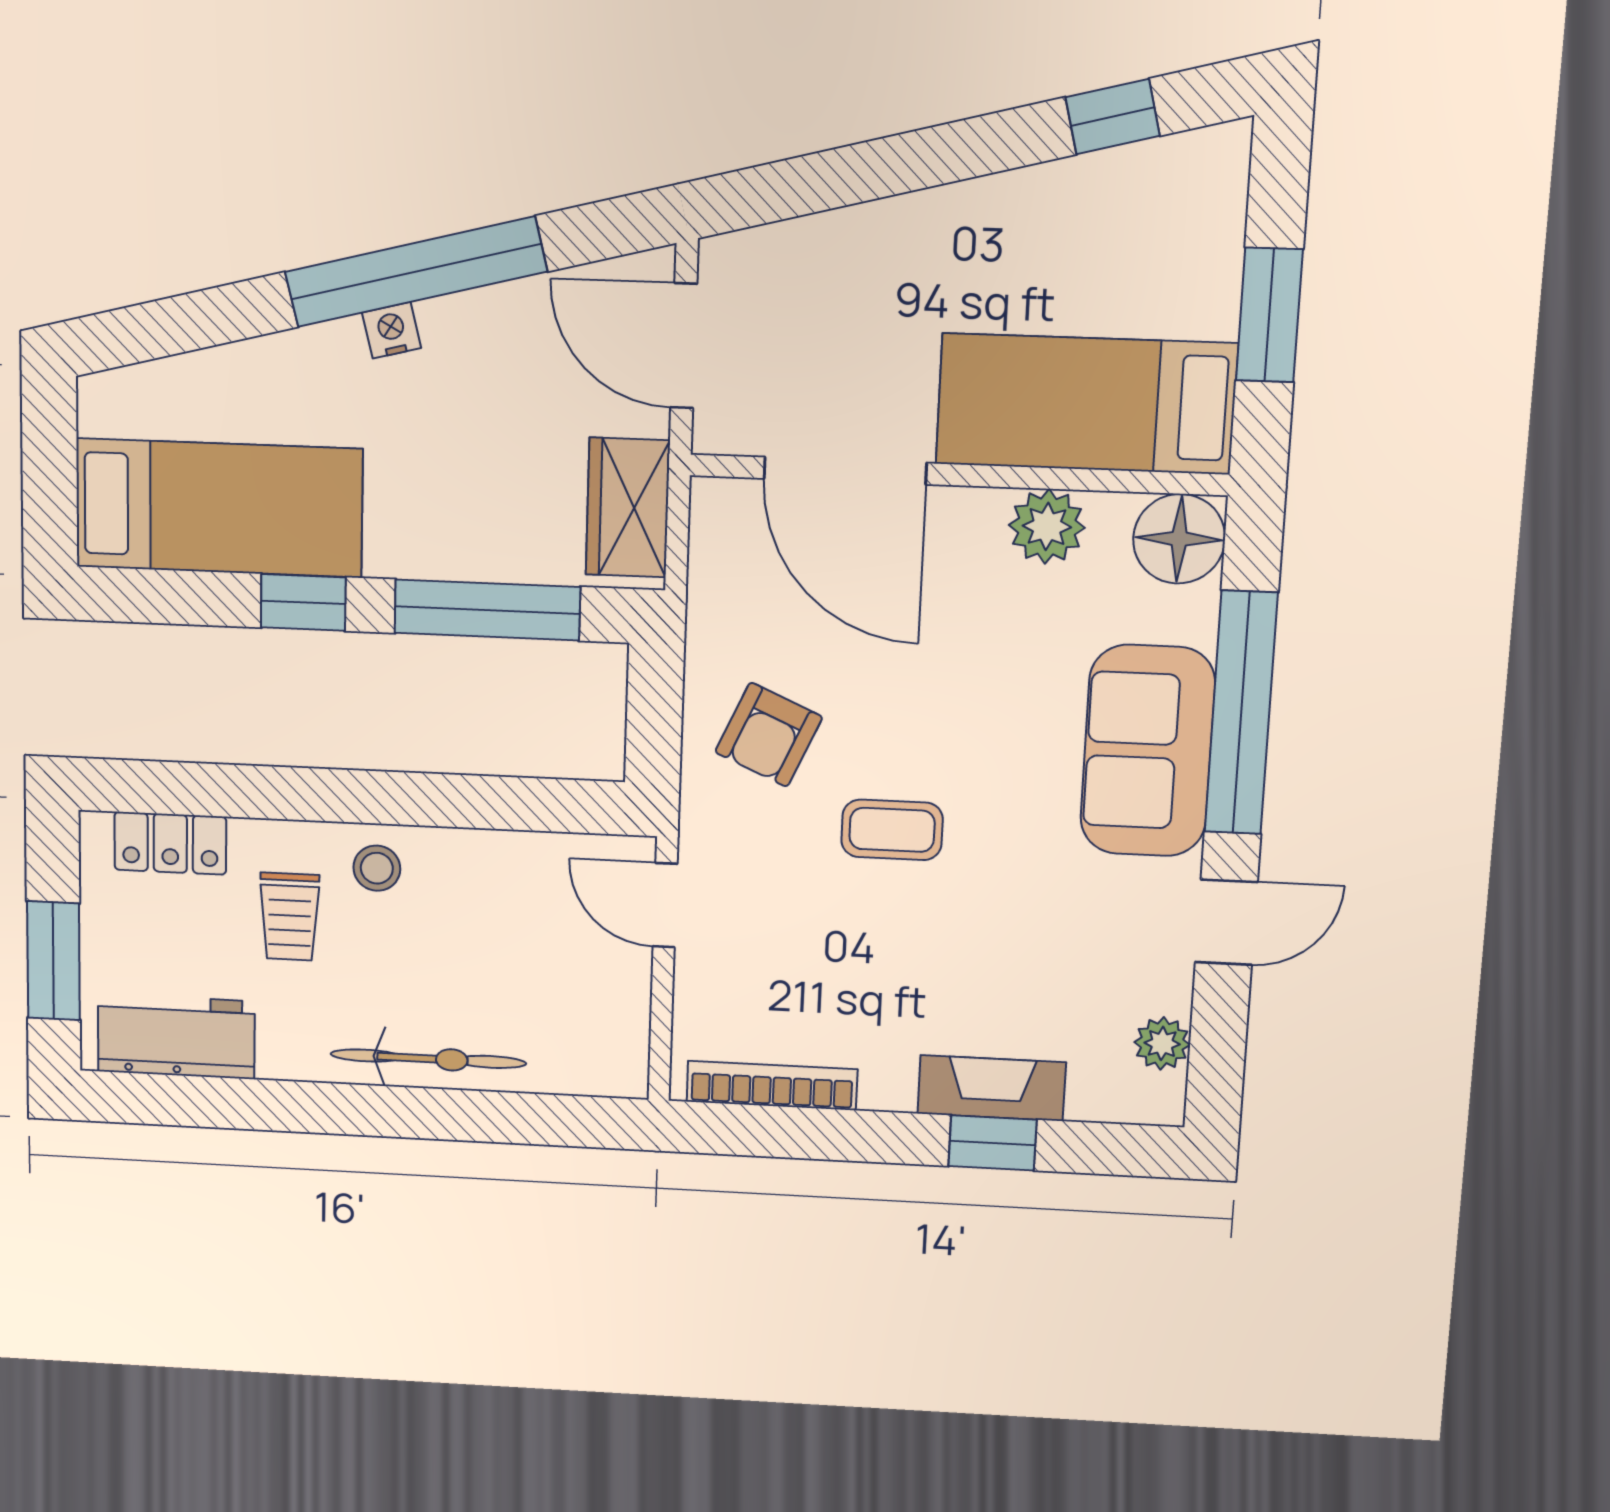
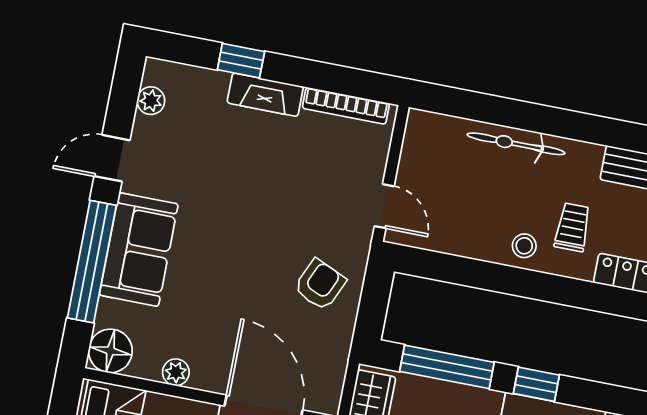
plant: (1047, 526) -> (176, 372), width x0.73, depth x0.73
coffee table: (892, 830) -> (267, 228), removed
fireplace: (992, 1088) -> (265, 95), moved

